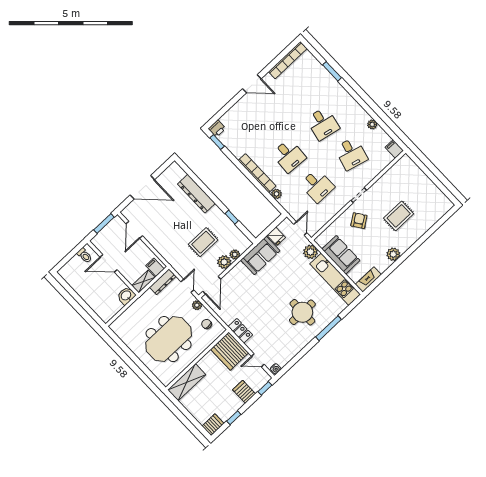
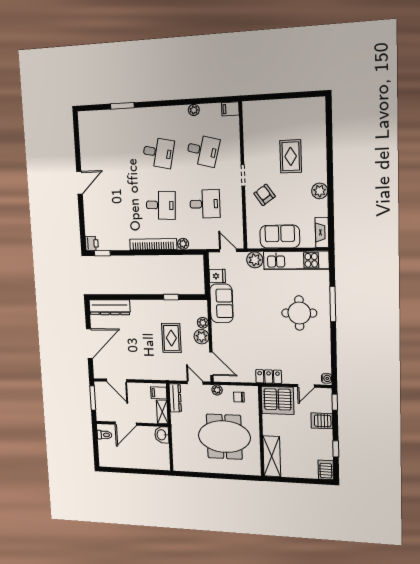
bookcase: (288, 60) -> (84, 136), removed
dresser: (196, 194) -> (110, 307), moved
meeting table: (169, 339) -> (224, 437), turned 90

